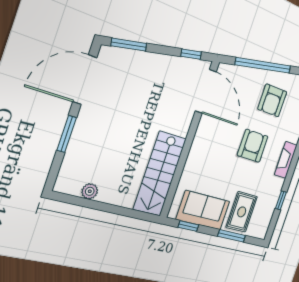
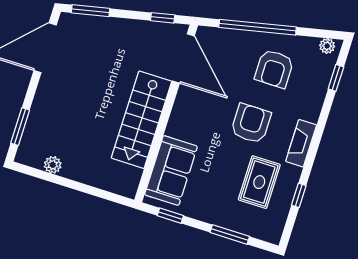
window: (67, 134) -> (20, 127), moved
stairs: (160, 174) -> (141, 120), moved
sofa: (203, 210) -> (171, 170), moved, turned 90
rug: (242, 212) -> (259, 182), moved

